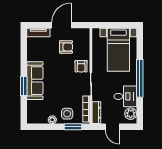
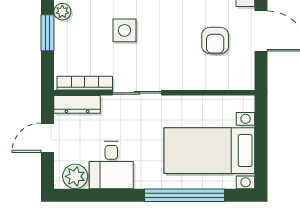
armchair: (81, 66) -> (175, 72), removed
window: (140, 78) -> (185, 195), moved
side table: (67, 114) -> (124, 30), moved
window: (73, 127) -> (48, 33), moved

